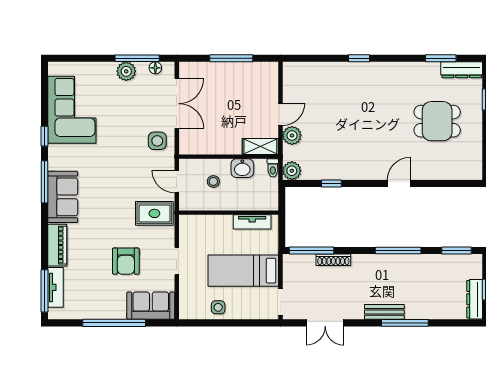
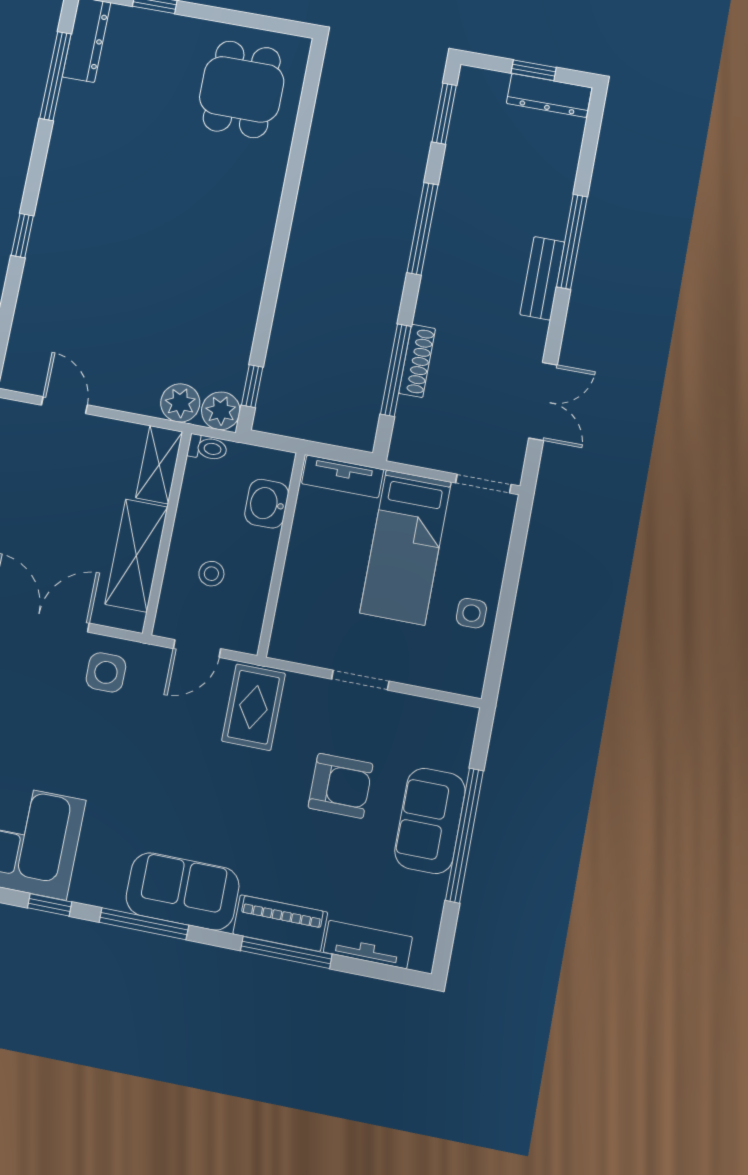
window: (441, 58) -> (55, 76), width x1.44
door: (280, 114) -> (64, 405), moved
dining table: (437, 121) -> (242, 89), moved
plant: (292, 135) -> (180, 403), moved
shelving: (215, 144) -> (136, 556), added
washbasin: (242, 168) -> (267, 504), moved, turned 180
window: (331, 183) -> (252, 386), moved
door: (399, 183) -> (288, 203), removed
tv unit: (252, 222) -> (343, 477), moved, turned 90
window: (311, 250) -> (396, 370), moved
window: (44, 291) -> (286, 952), moved
sofa: (151, 306) -> (430, 821), moved

